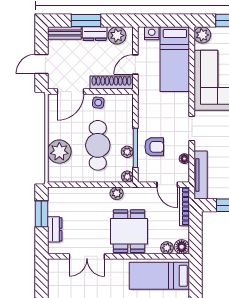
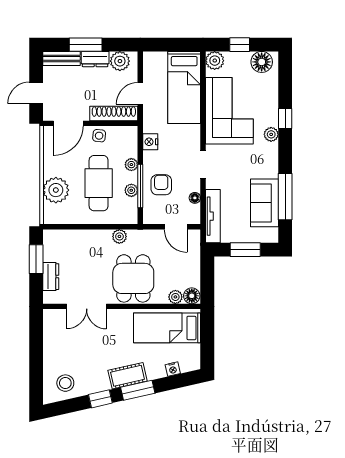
nightstand: (152, 33) -> (150, 142), moved, turned -90
armchair: (154, 147) -> (161, 185), turned -90
plant: (127, 177) -> (131, 165), moved
bookcase: (184, 206) -> (195, 251), removed

